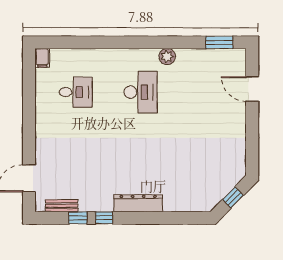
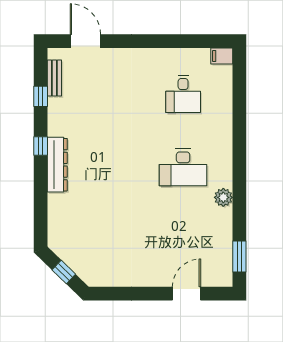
window: (104, 218) -> (41, 146), moved

